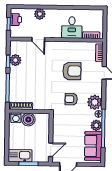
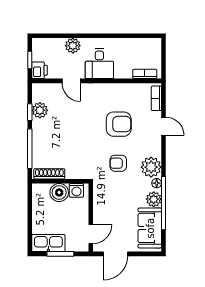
printer: (16, 20) -> (40, 70), moved
desk: (72, 27) -> (99, 64), moved
washing machine: (16, 118) -> (76, 190), moved

